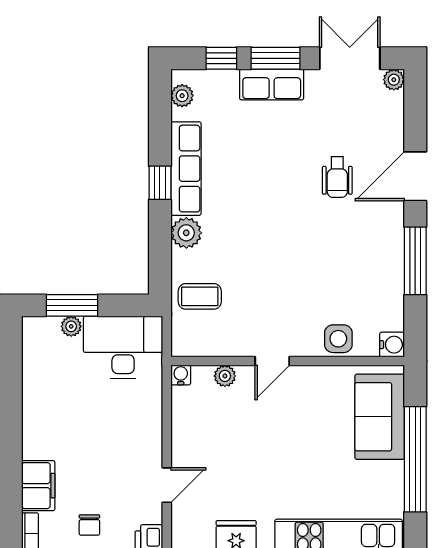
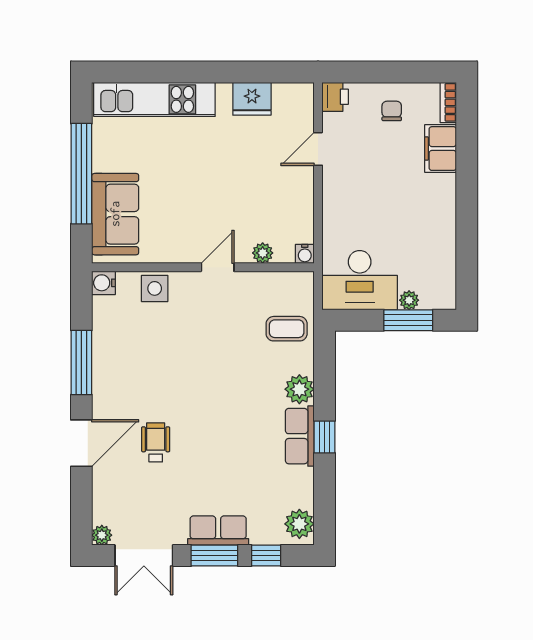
plant: (182, 96) -> (299, 524), width x1.38, depth x1.38
row of seats: (186, 169) -> (300, 436), width x0.68

